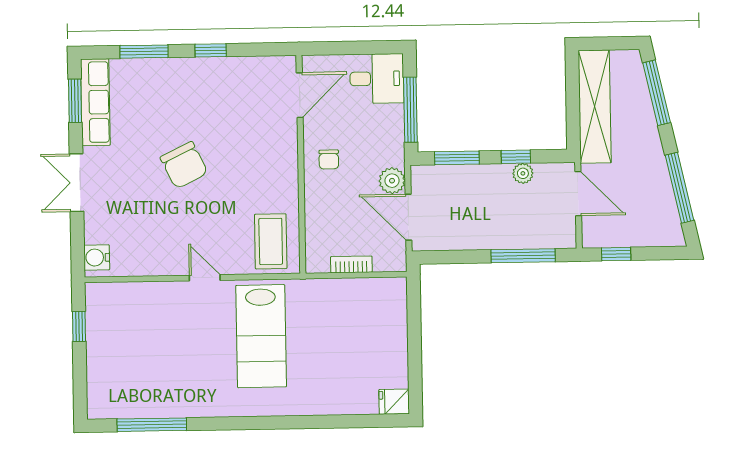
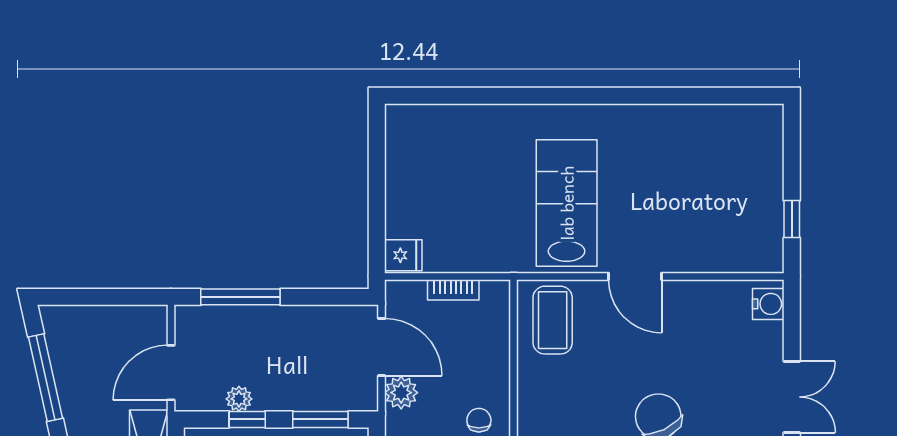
door: (578, 194) -> (171, 373), hinge flipped
window: (616, 254) -> (125, 297), removed
door: (205, 278) -> (635, 276), width x1.38
fridge: (394, 402) -> (403, 255), moved
window: (152, 425) -> (704, 96), removed

